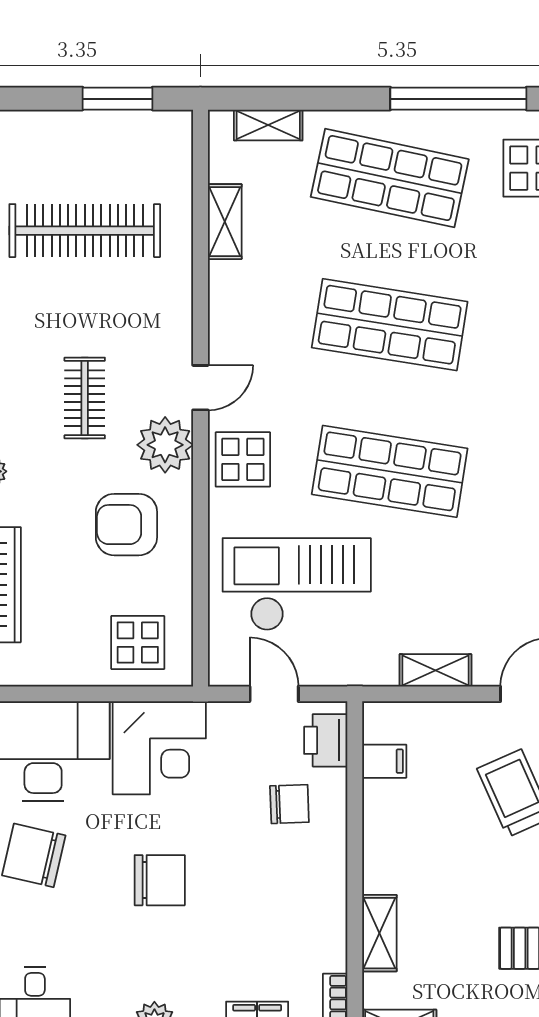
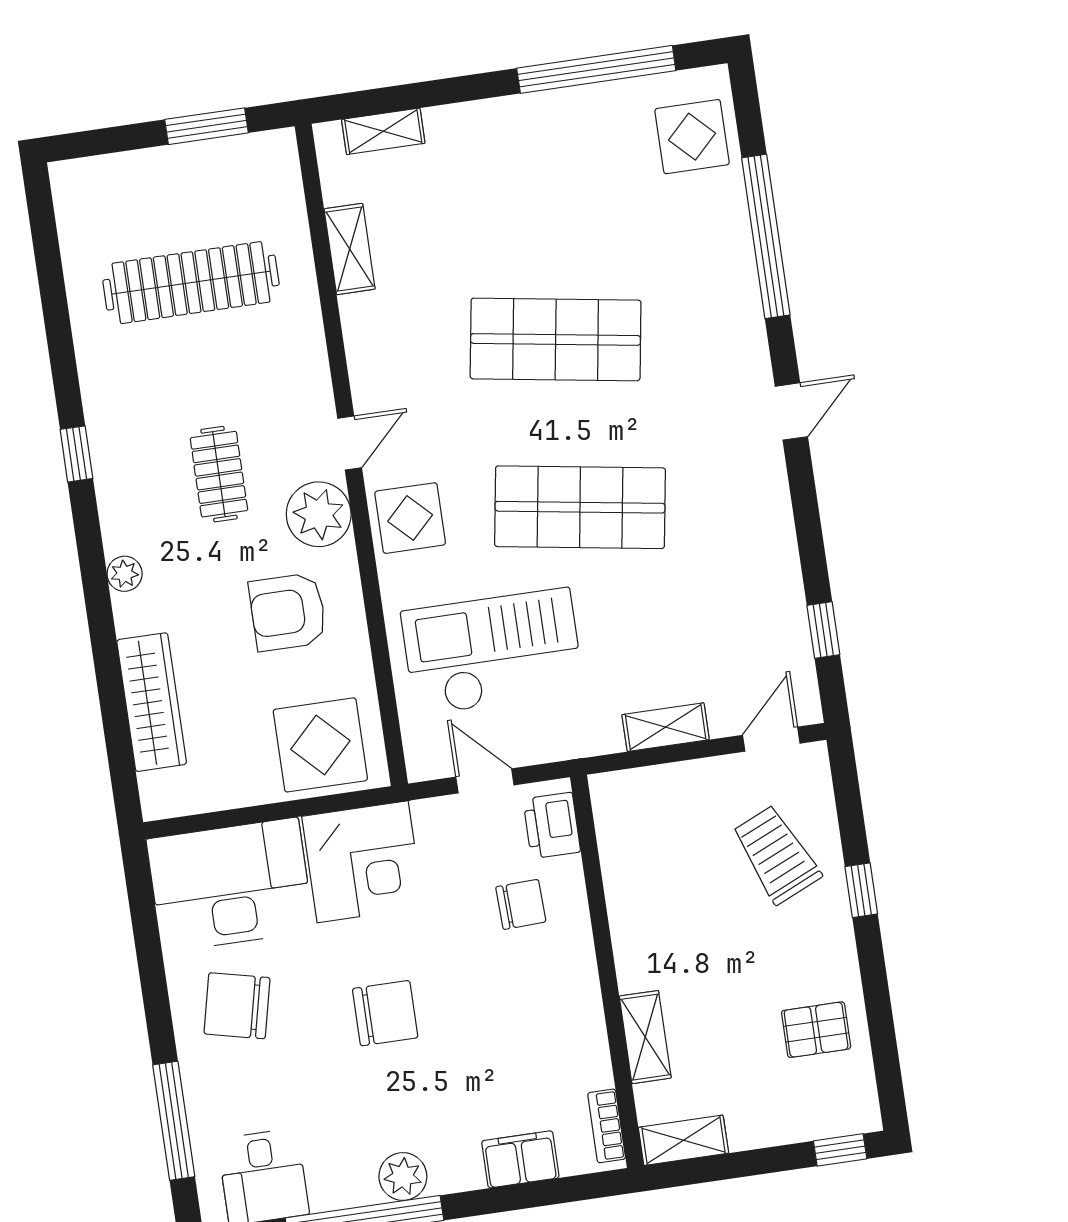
shop shelf: (390, 178) -> (531, 172), removed
display table: (138, 643) -> (320, 745), width x1.36, depth x1.36
filing cabinet: (384, 761) -> (622, 840), removed

